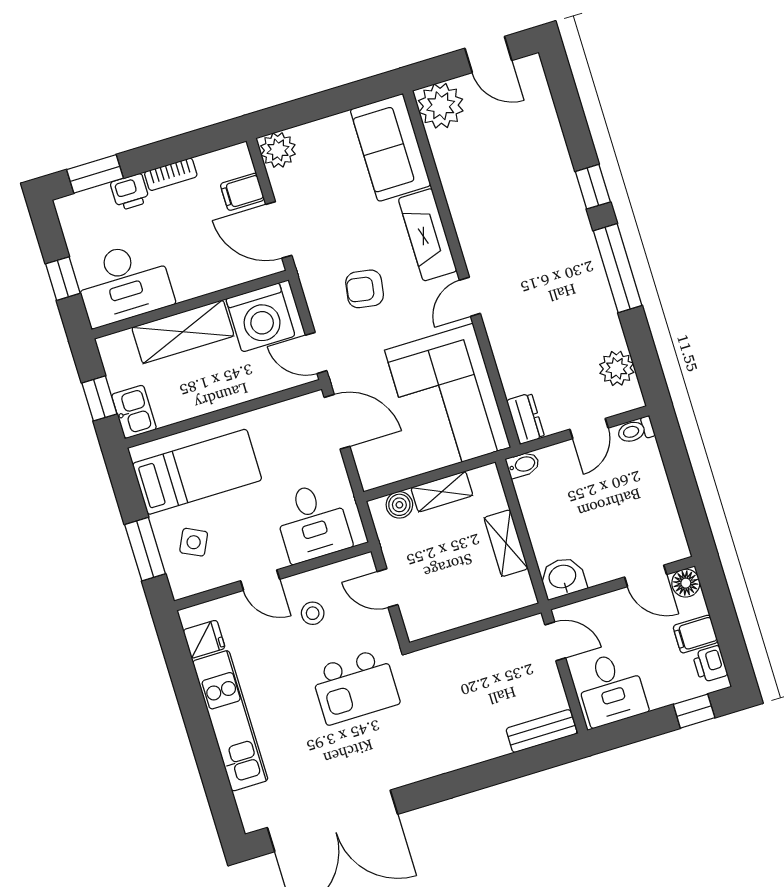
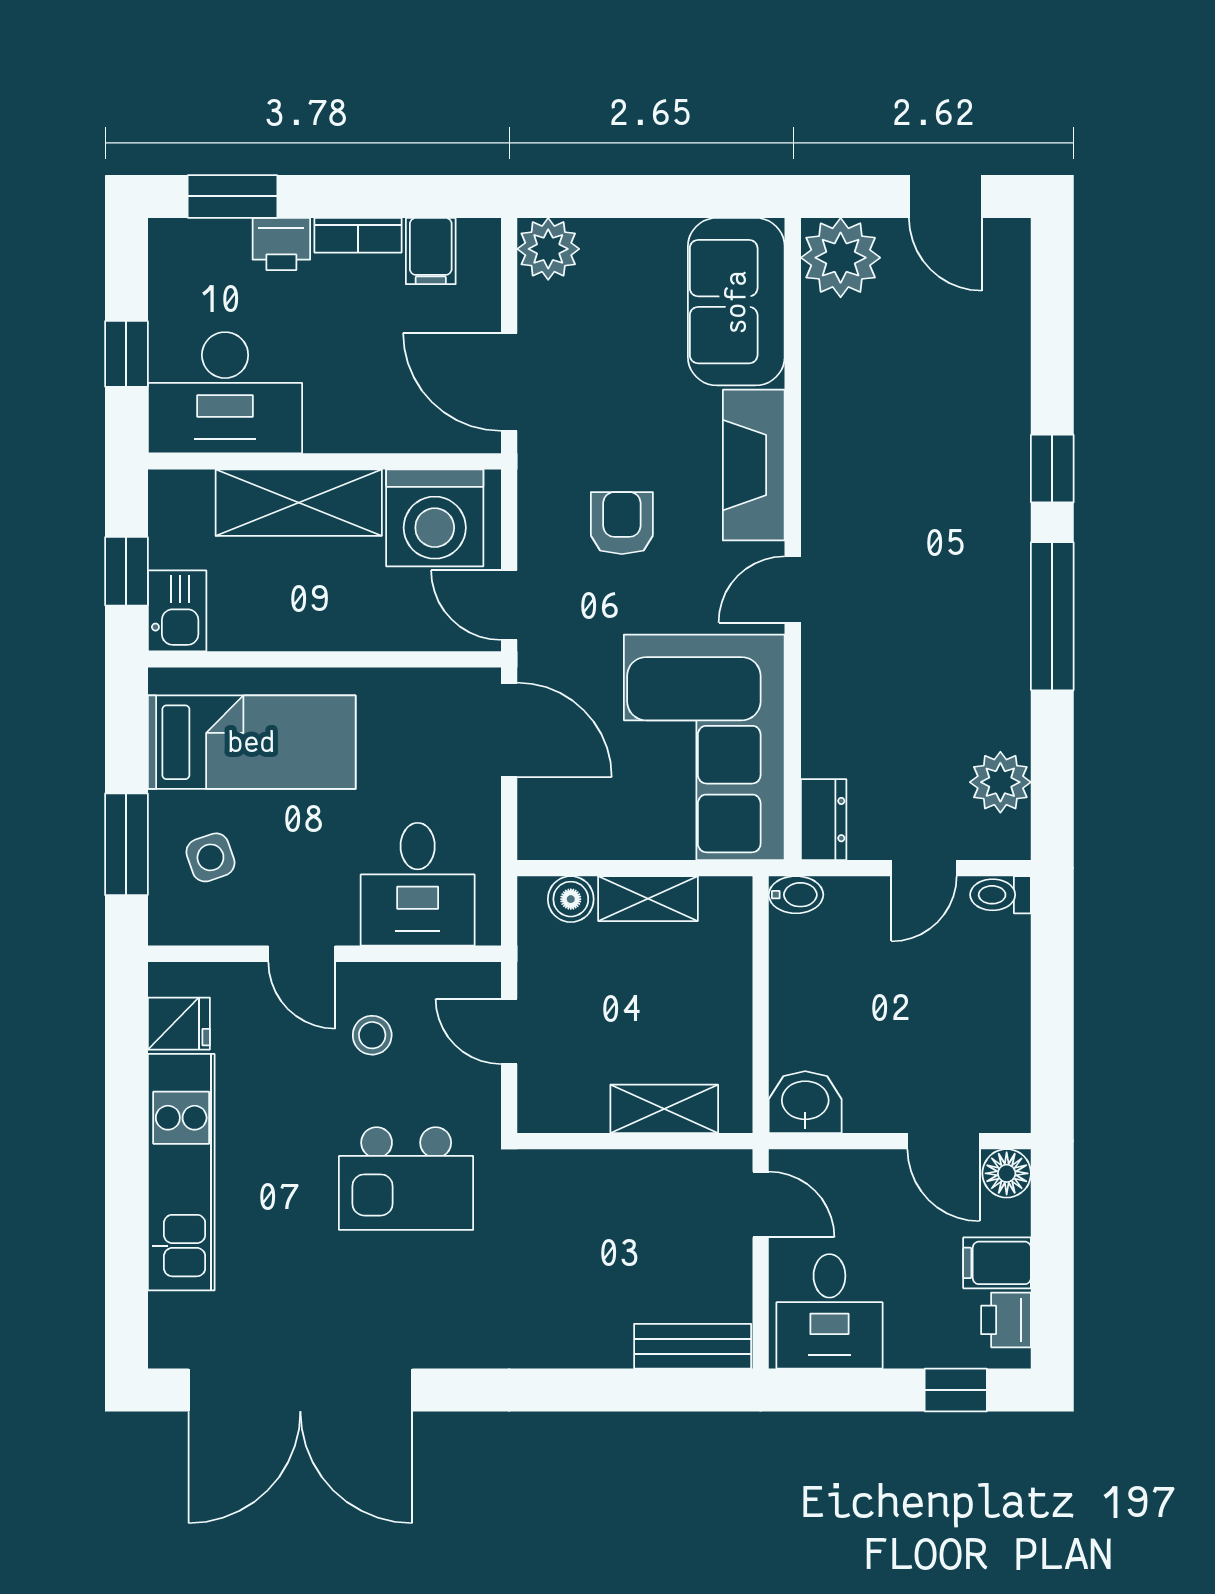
filing cabinet: (242, 192) -> (431, 251), moved, turned -90
armchair: (365, 289) -> (622, 523), turned 81
side table: (194, 542) -> (210, 857), turned 45
shelving: (506, 543) -> (664, 1109), moved, turned 90

